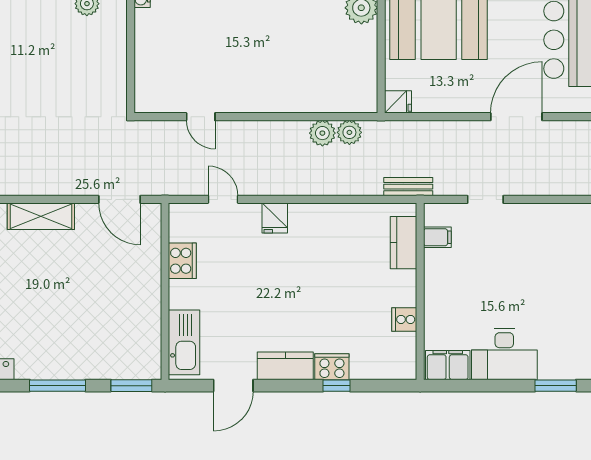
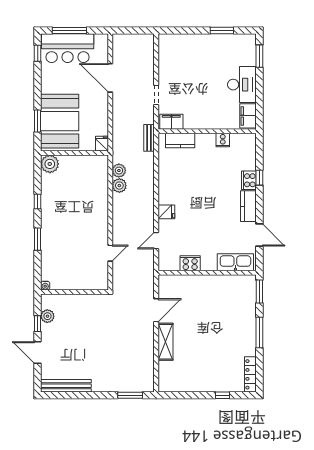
door: (119, 199) -> (156, 310), moved
filing cabinet: (437, 237) -> (171, 122), width x2.00

